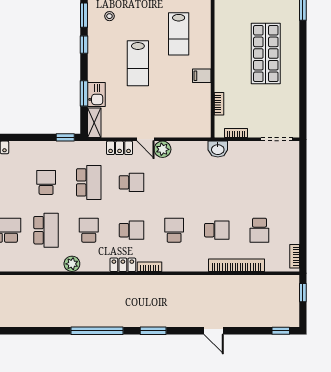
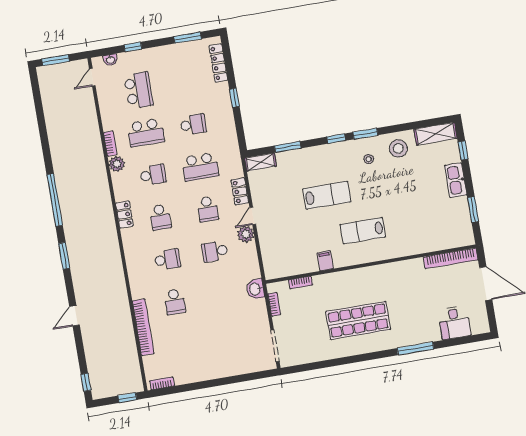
lab bench: (138, 63) -> (327, 195), turned 180
kitchen sink: (96, 95) -> (289, 159), removed
window: (65, 137) -> (234, 98), moved
school desk: (259, 230) -> (215, 251), moved
bookcase: (150, 267) -> (110, 144), moved

